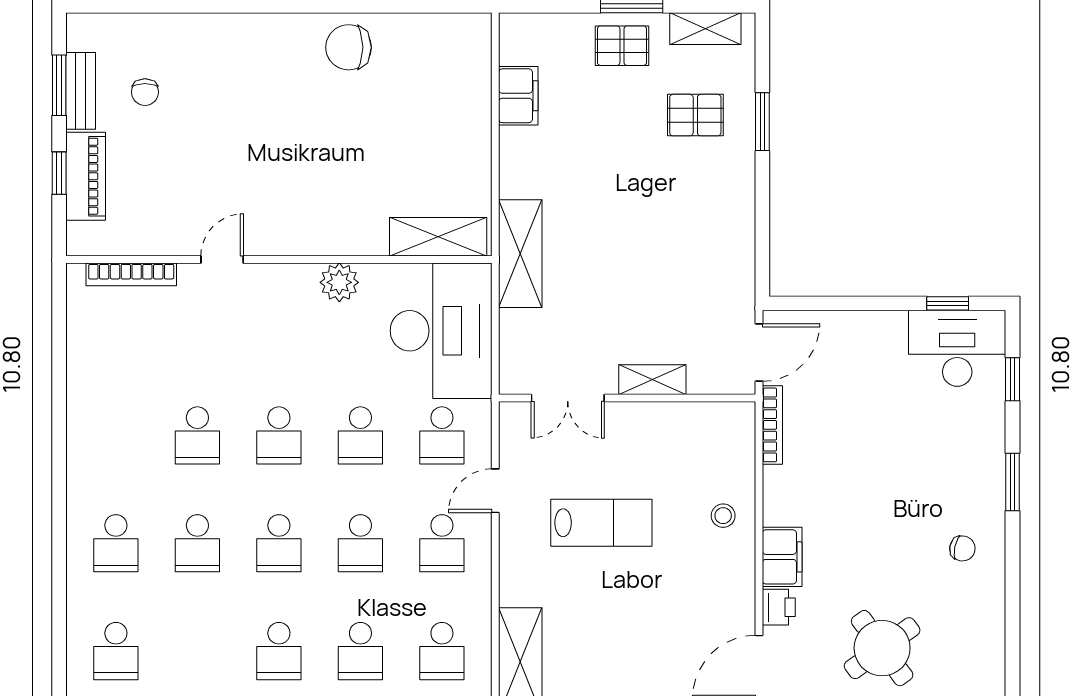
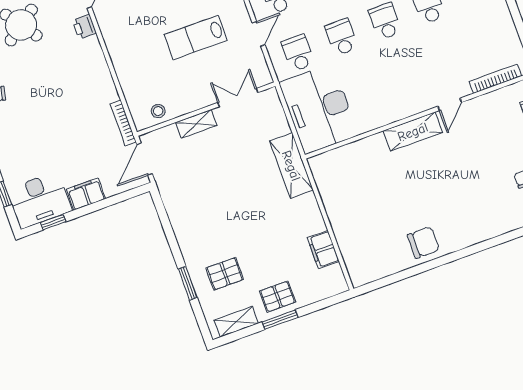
shelving: (438, 237) -> (413, 132), moved
plant: (339, 282) -> (383, 115), removed
stool: (723, 516) -> (158, 111), moved
filing cabinet: (782, 557) -> (86, 194), moved, turned 90

